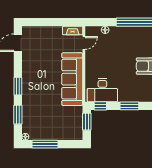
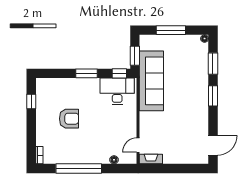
sofa: (72, 79) -> (151, 81), moved
window: (45, 144) -> (171, 30), moved

